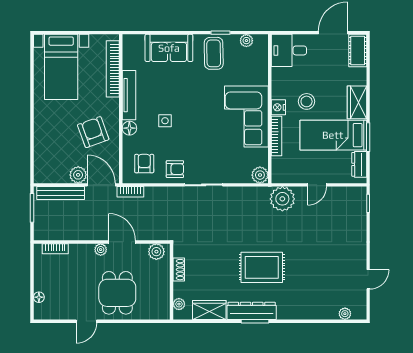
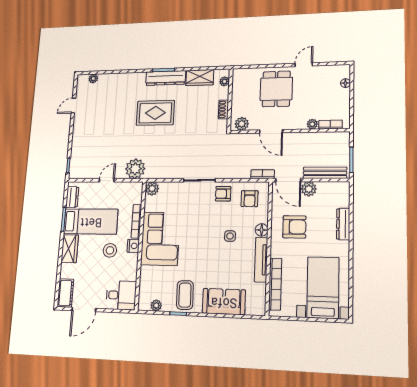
armchair: (93, 132) -> (294, 227), turned -70
dresser: (40, 136) -> (343, 224), added
plant: (101, 250) -> (312, 124), moved

